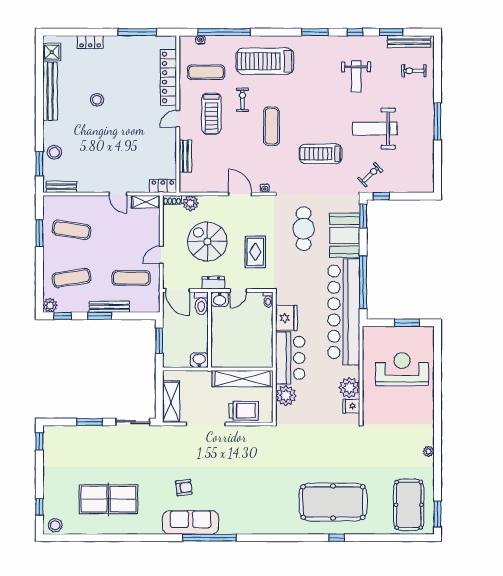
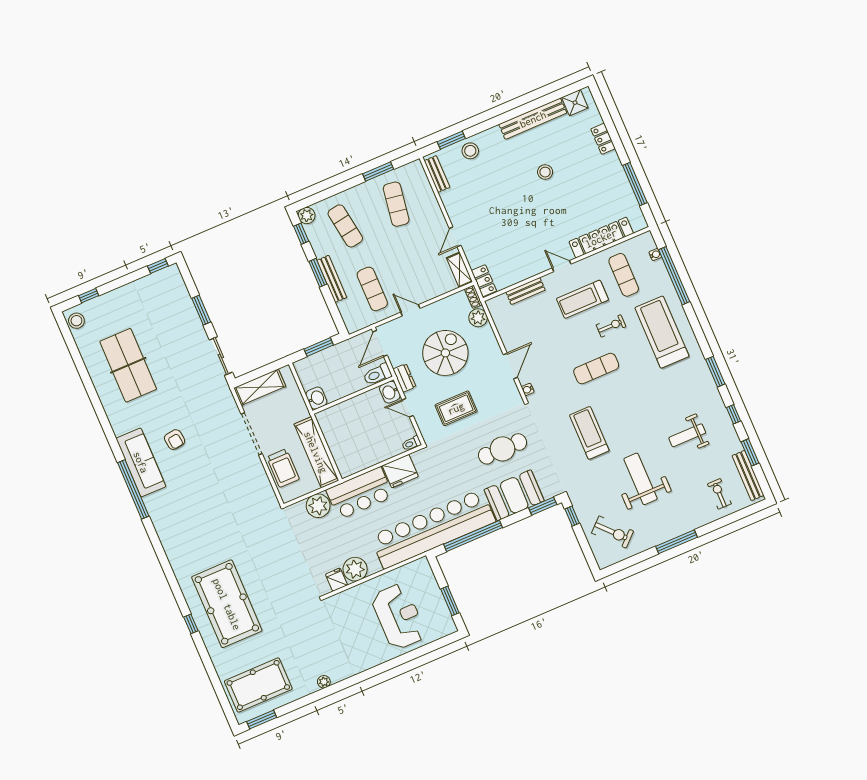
exercise bike: (370, 175) -> (613, 532), moved, width x1.38, depth x1.39

